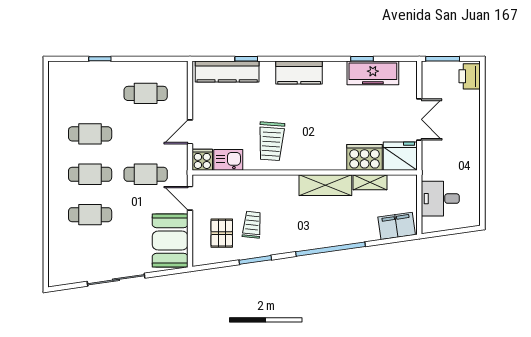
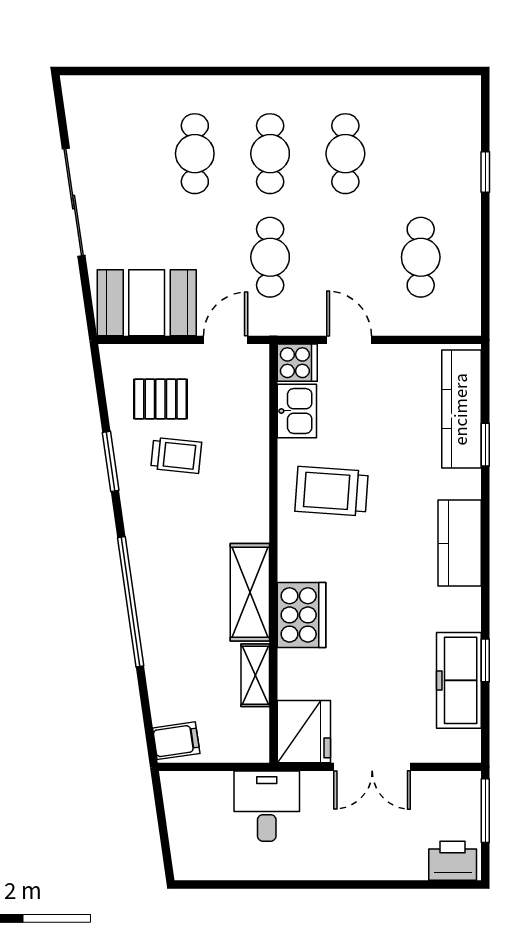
cooker: (365, 157) -> (302, 615), moved
desk: (440, 199) -> (267, 806), moved
filing cabinet: (397, 226) -> (176, 741), width x0.50

